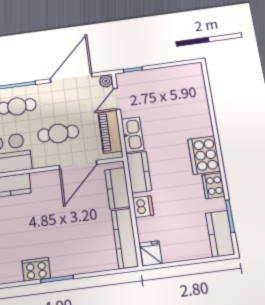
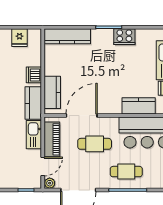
kitchen counter: (125, 238) -> (67, 36), moved, turned 90
fridge: (151, 253) -> (19, 38), moved

